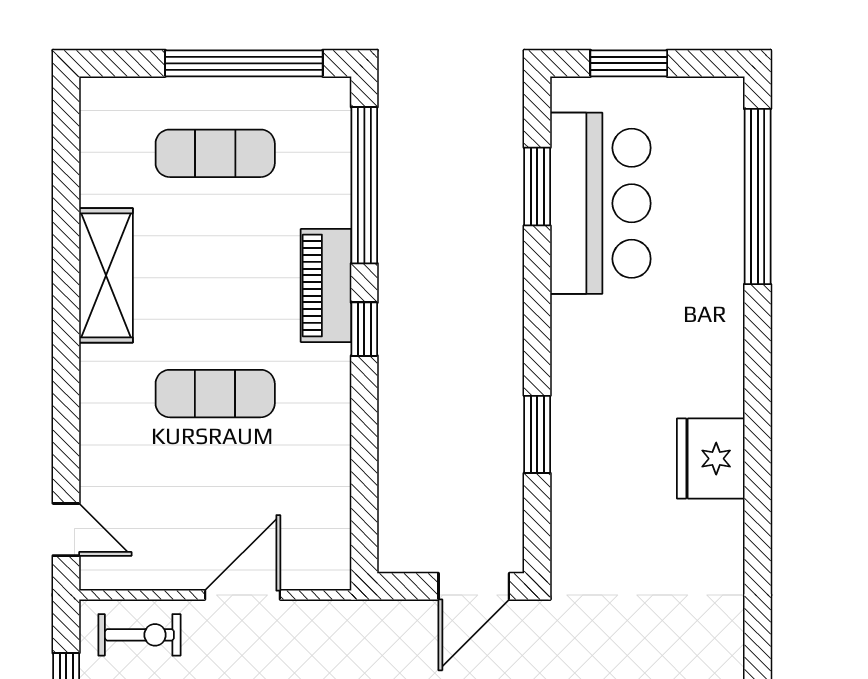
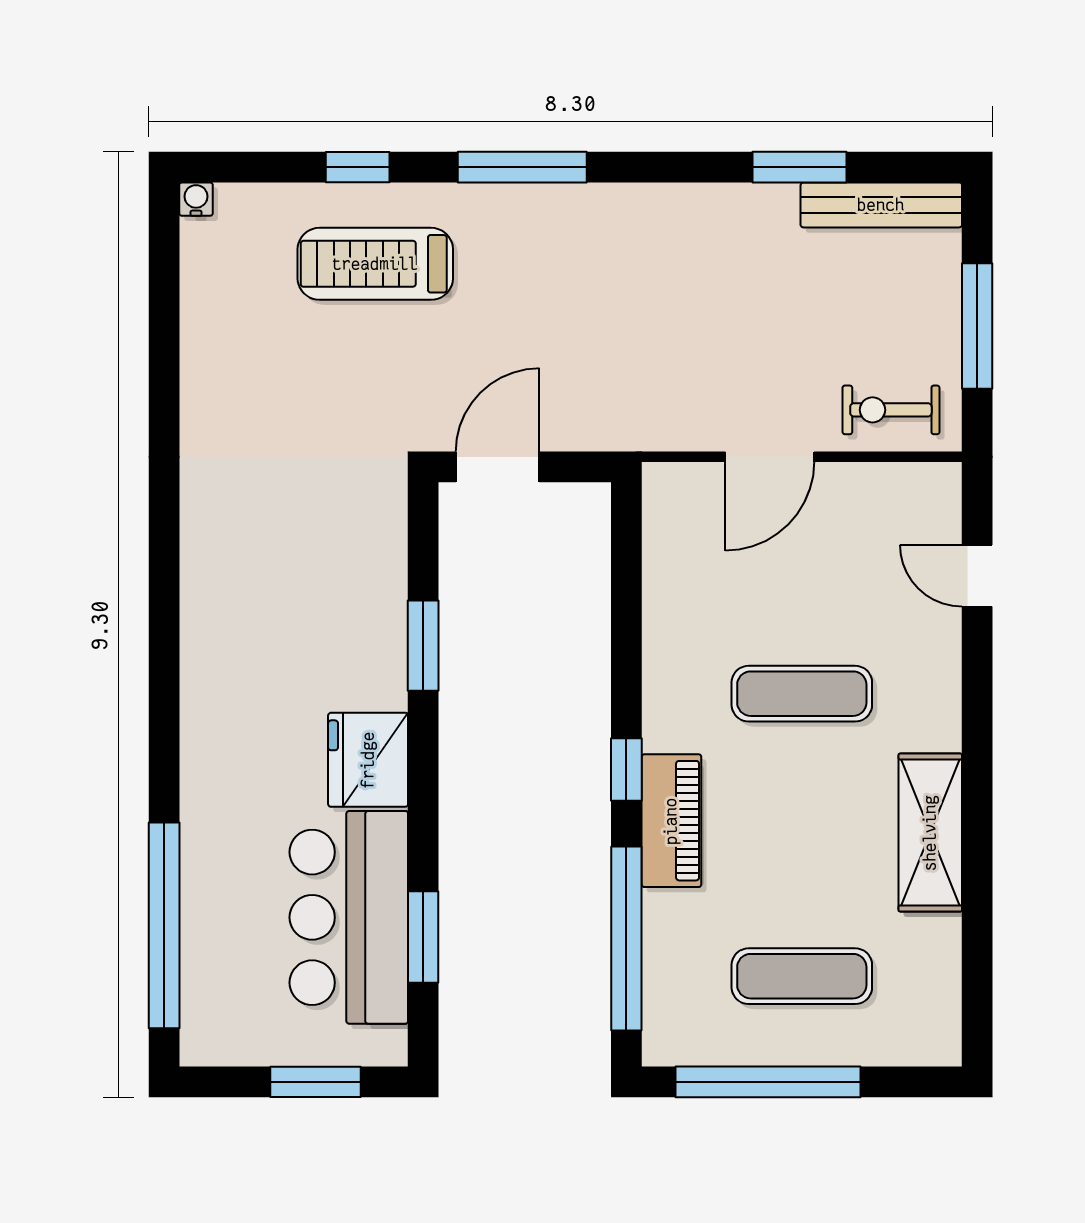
fridge: (711, 459) -> (368, 760), moved, turned 180
door: (66, 530) -> (977, 576), moved

